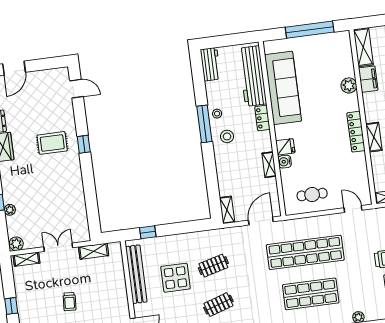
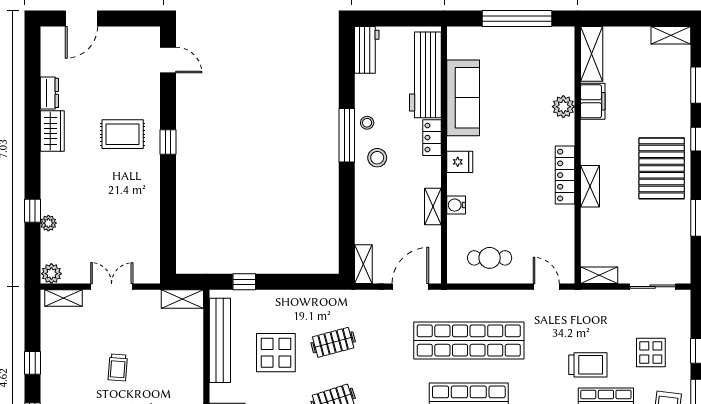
sofa: (283, 88) -> (463, 98), width x0.74, depth x0.79
fridge: (285, 147) -> (460, 162), moved
shelving: (94, 251) -> (182, 299), moved

